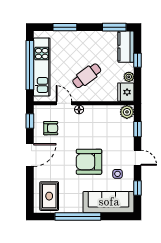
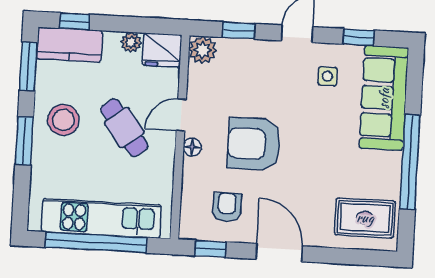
window: (65, 27) -> (24, 141), moved
stool: (89, 46) -> (63, 120), added
window: (138, 60) -> (75, 21), moved
door: (64, 103) -> (181, 115), moved
armchair: (89, 162) -> (254, 144), moved, turned 90

